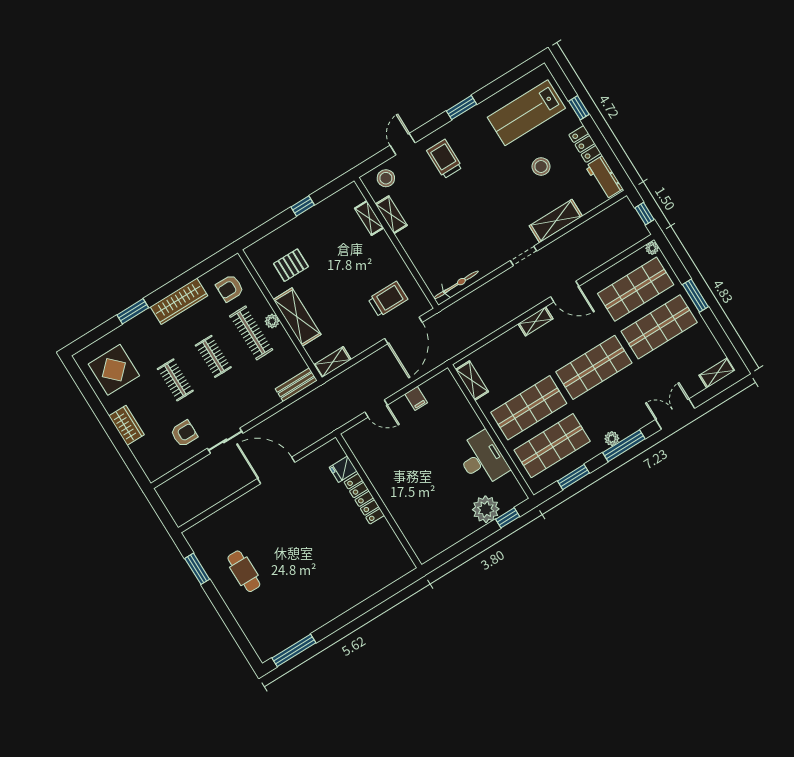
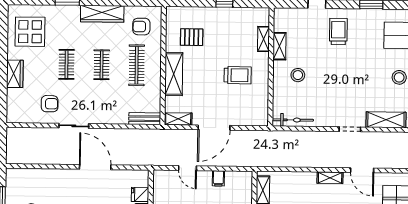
stool: (386, 178) -> (298, 75), moved
trolley: (388, 299) -> (238, 75), moved
plant: (272, 321) -> (155, 66), removed
door: (403, 330) -> (214, 128), moved

